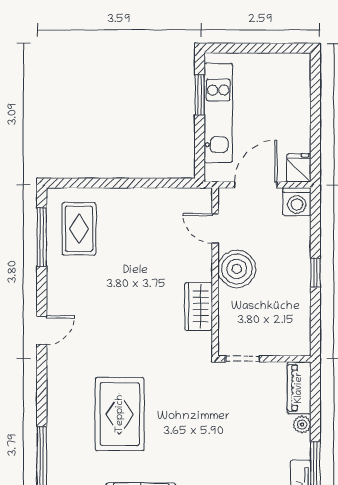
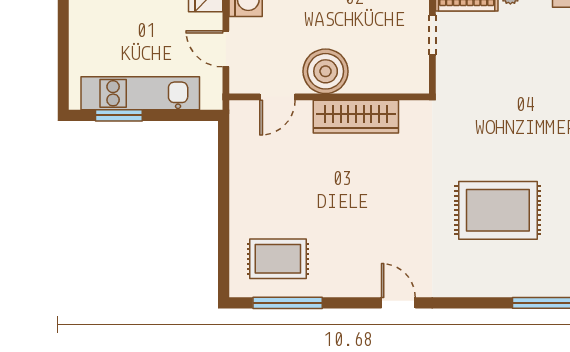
door: (256, 185) -> (226, 49), width x0.73
wardrobe: (199, 306) -> (356, 117), width x1.50
doorway: (242, 359) -> (432, 35), moved

